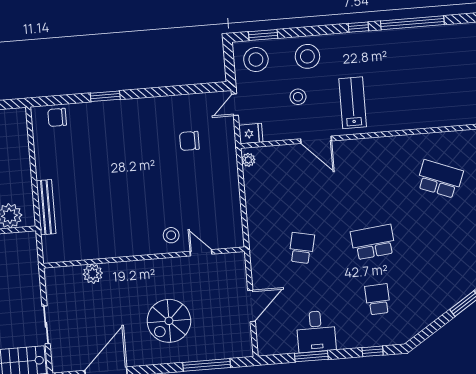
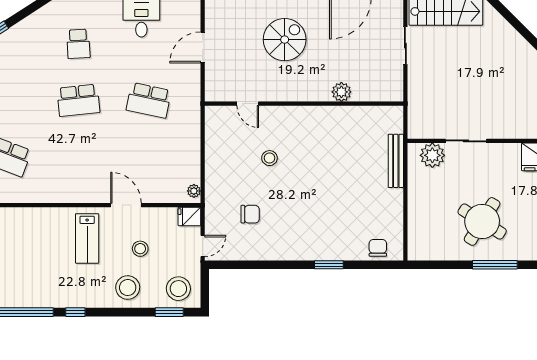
chair: (57, 117) -> (378, 248), turned -90
stool: (171, 235) -> (269, 158), moved
school desk: (302, 248) -> (149, 100), width x1.85
plant: (93, 274) -> (341, 92), moved

